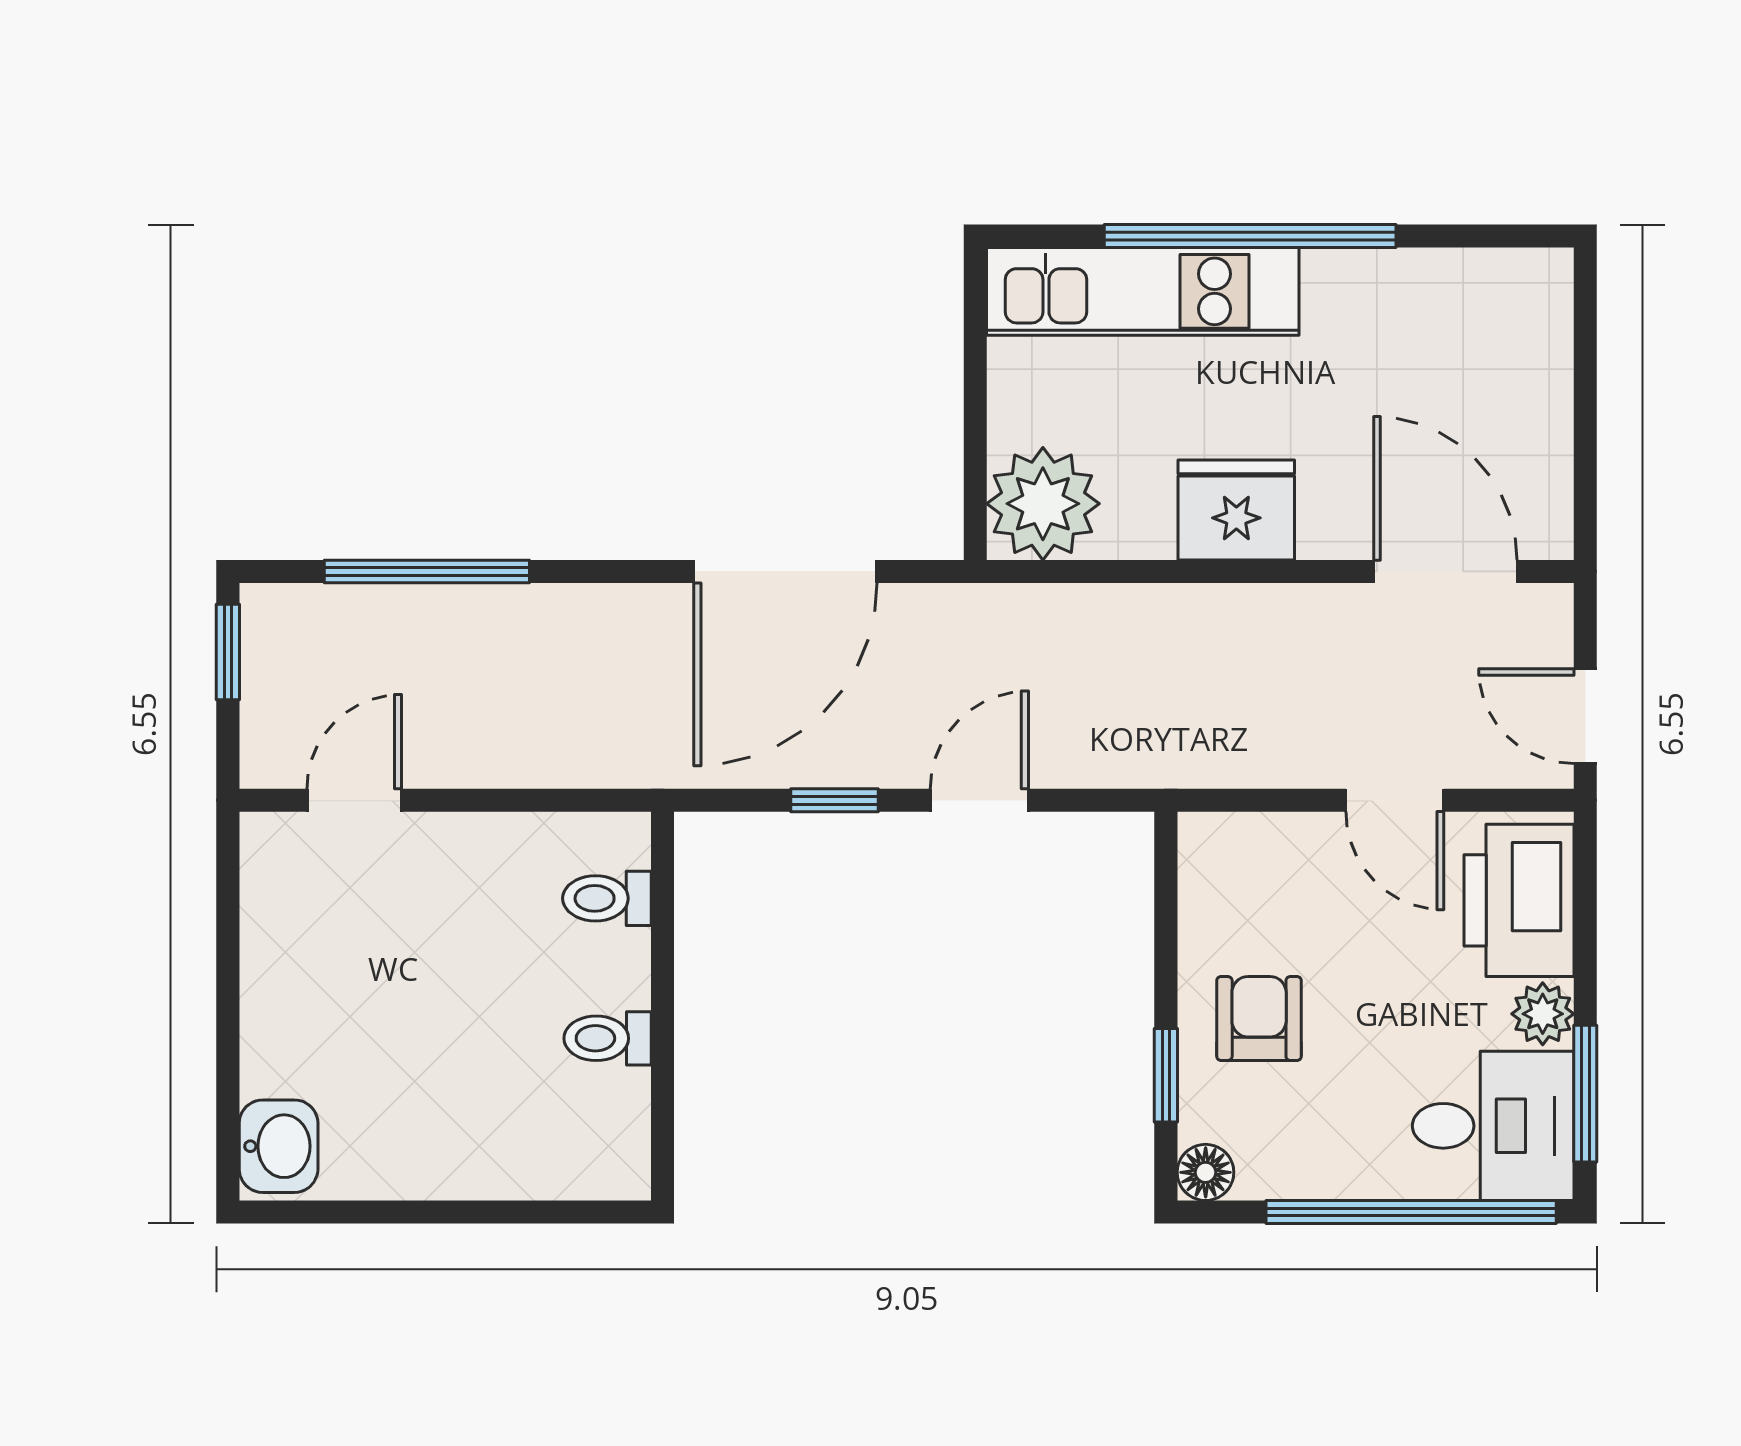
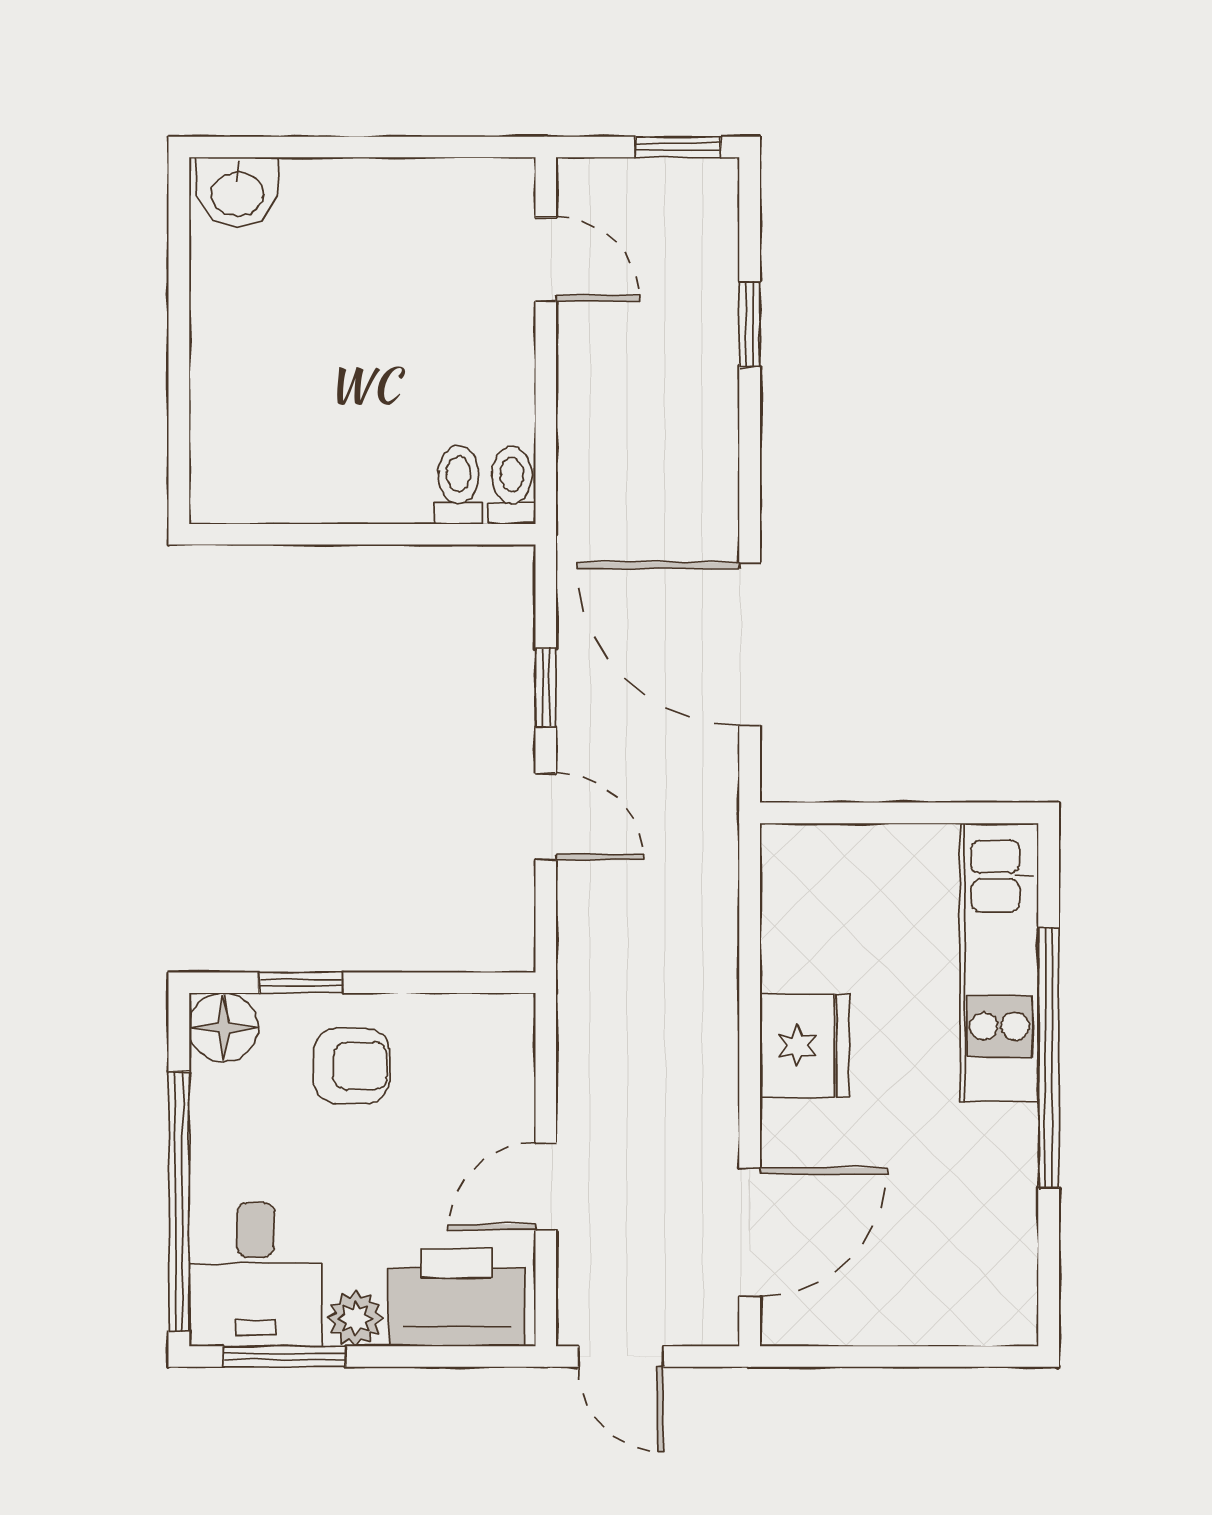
plant: (1043, 504) -> (810, 873), removed
window: (427, 571) -> (750, 324), width x0.46
door: (1585, 716) -> (621, 1356), swing flipped
toilet: (608, 1038) -> (512, 485), moved
floor lamp: (1206, 1172) -> (224, 1027), width x1.37, depth x1.37

